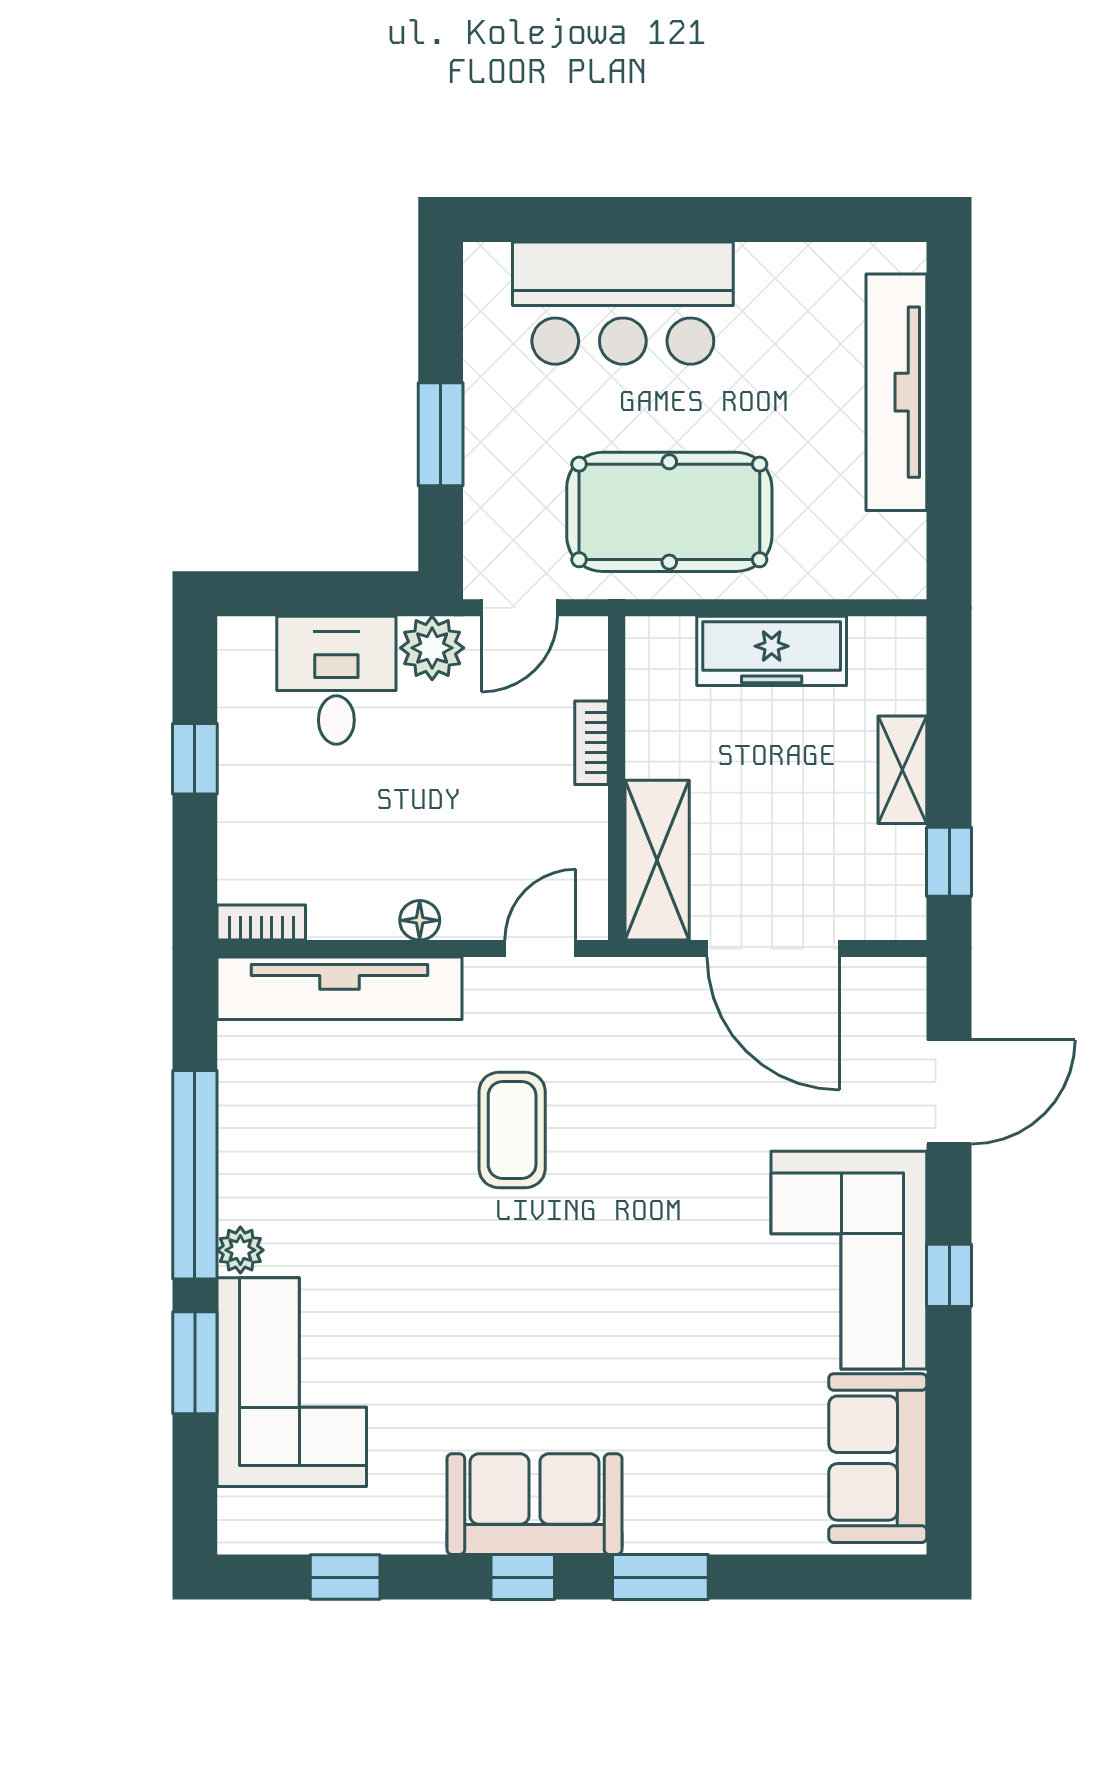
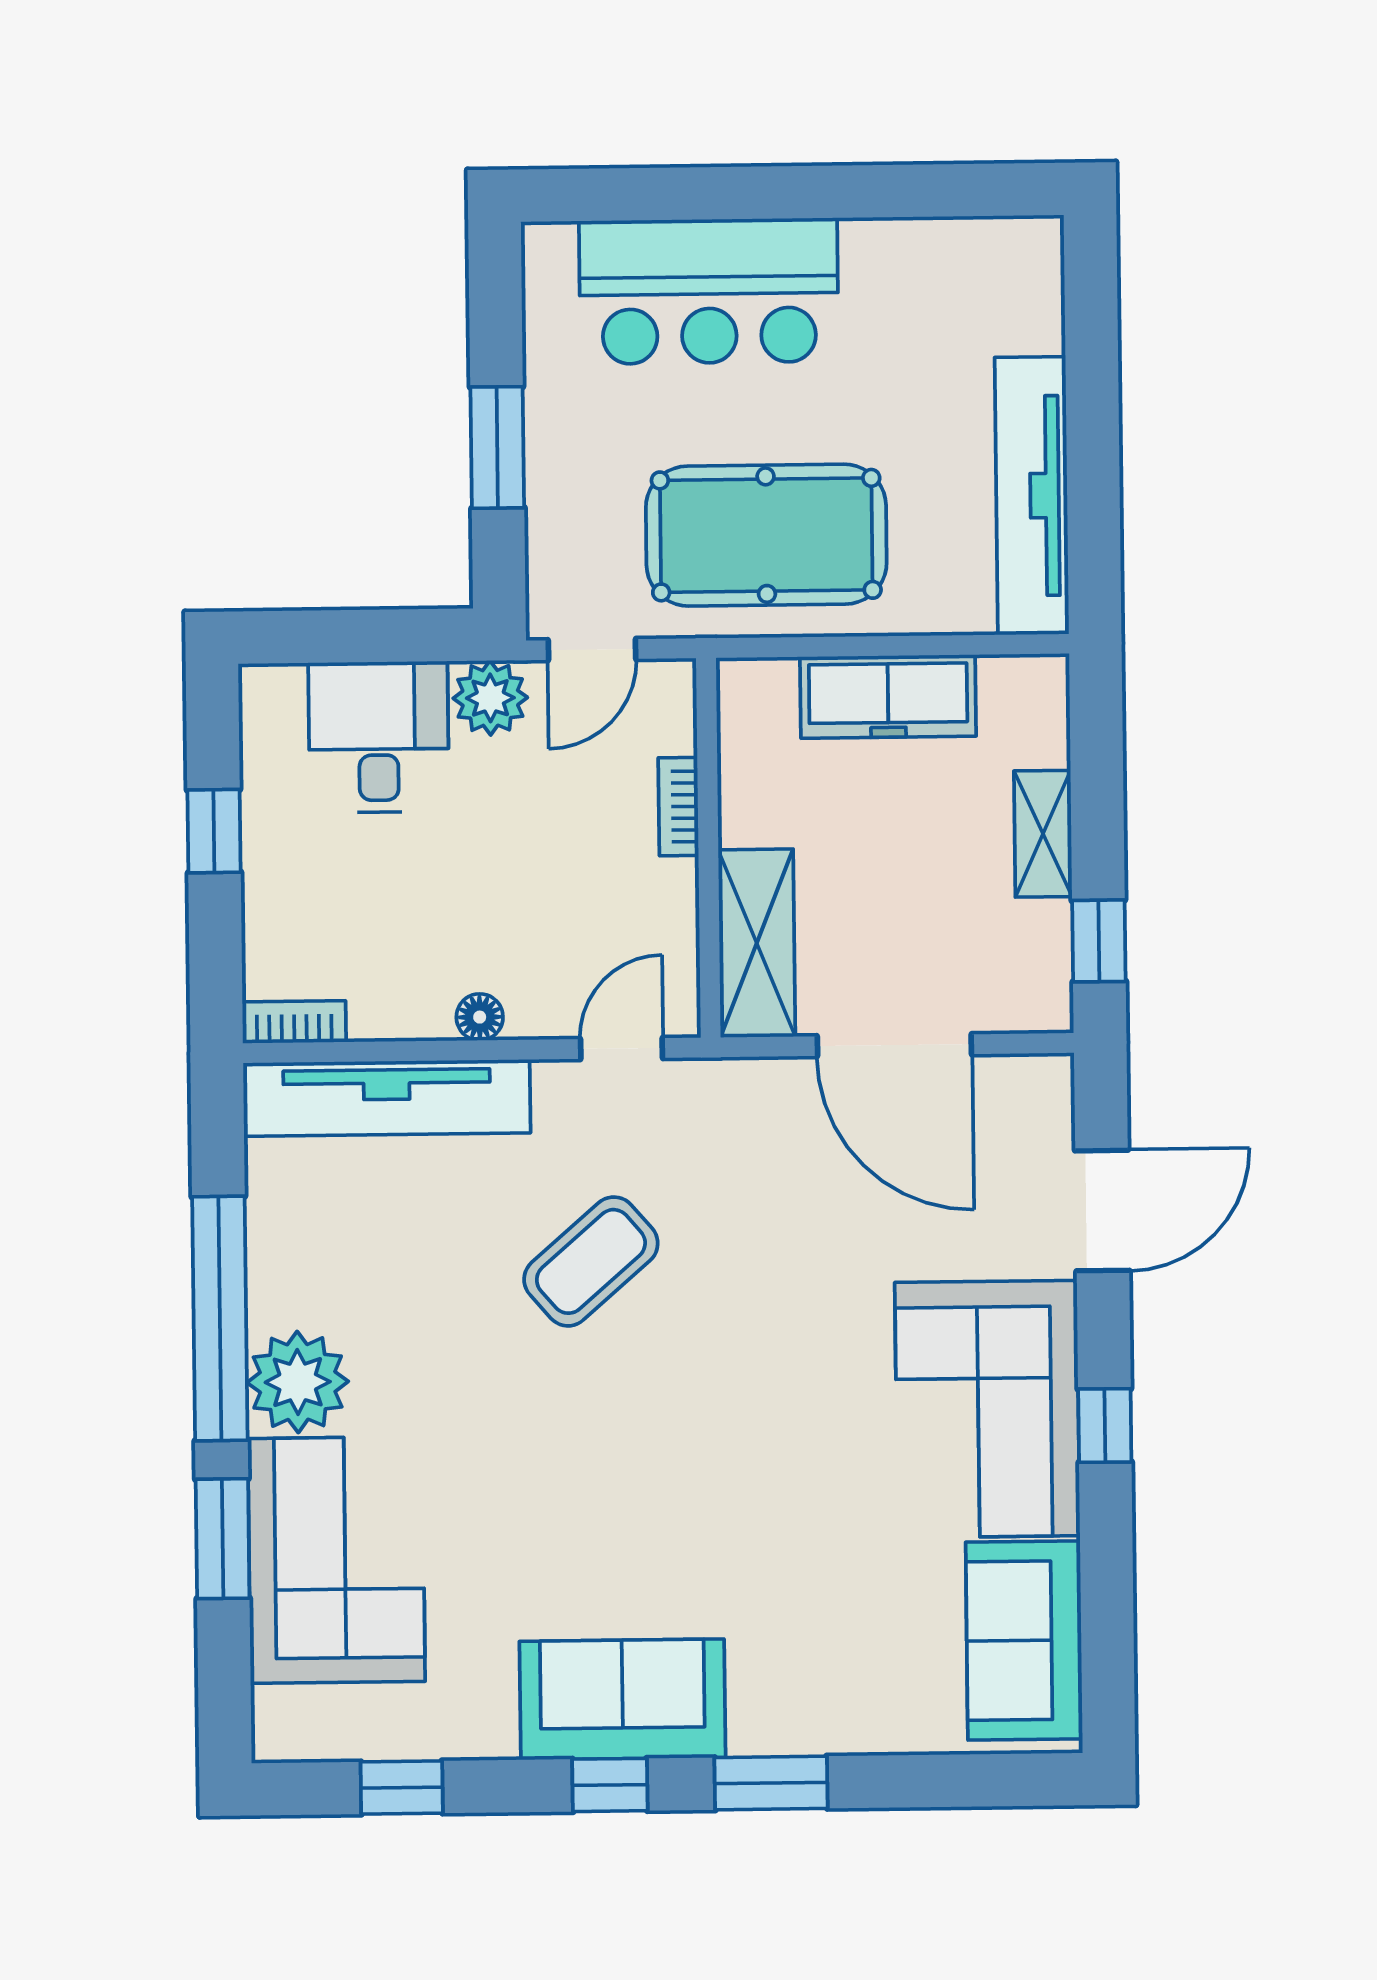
tv unit: (896, 392) -> (1032, 496), moved
coffee table: (512, 1130) -> (591, 1261), turned 49
plant: (240, 1250) -> (298, 1382), width x1.88, depth x1.88

